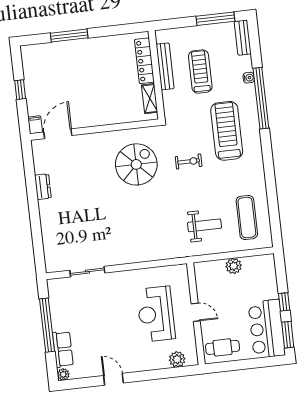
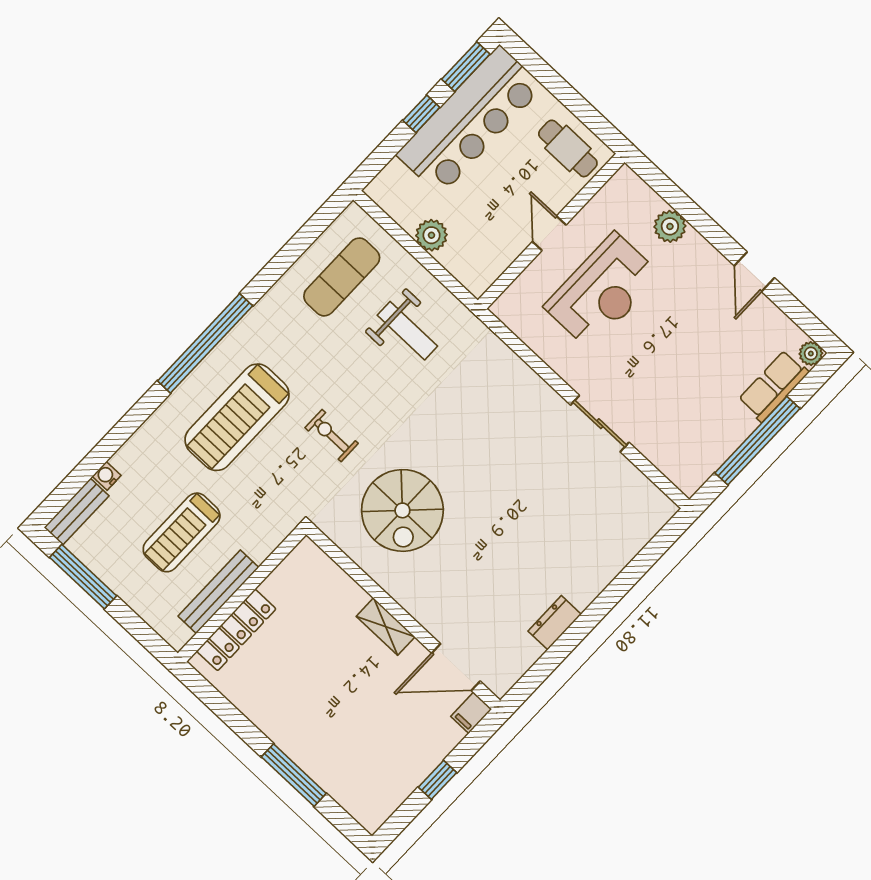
water cooler: (249, 78) -> (107, 476), moved
window: (261, 98) -> (205, 343), moved
shelving: (150, 99) -> (386, 627), moved, turned 90
spiral stairs: (136, 164) -> (402, 510), turned -90
weight bench: (204, 225) -> (407, 331), turned 180
sliding door: (87, 272) -> (600, 424), moved
bar counter: (267, 329) -> (470, 120), width x1.36
plant: (177, 359) -> (670, 226), moved

